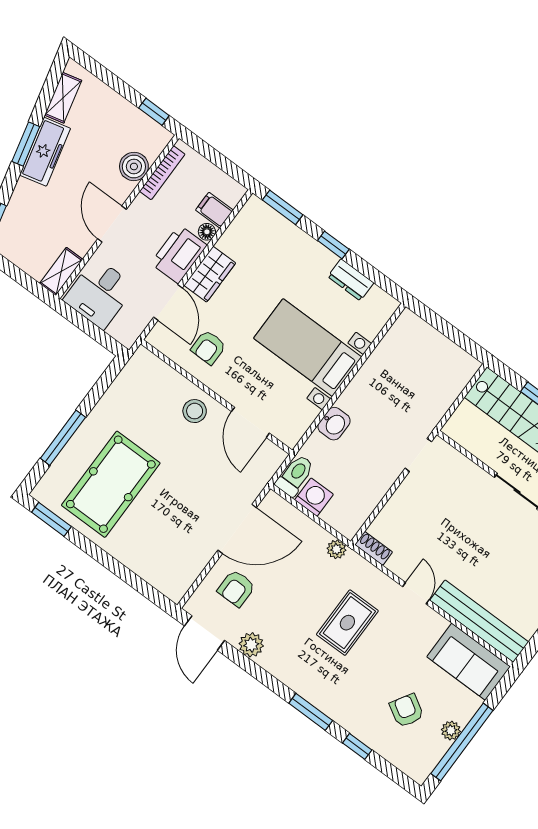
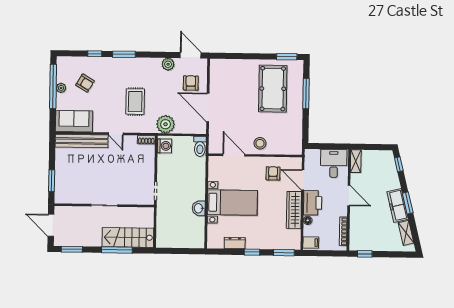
boiler: (134, 166) -> (357, 226), removed
filing cabinet: (214, 210) -> (311, 243), moved
wardrobe: (210, 274) -> (294, 210), width x1.50
washbasin: (334, 424) -> (199, 208), moved
washing machine: (314, 497) -> (164, 146), moved, turned -90
door: (237, 529) -> (208, 108), hinge flipped
plant: (336, 549) -> (166, 124), width x1.88, depth x1.88

